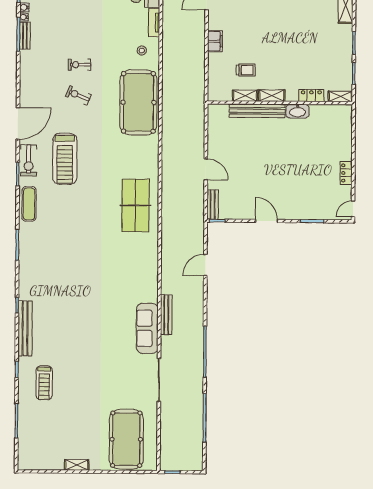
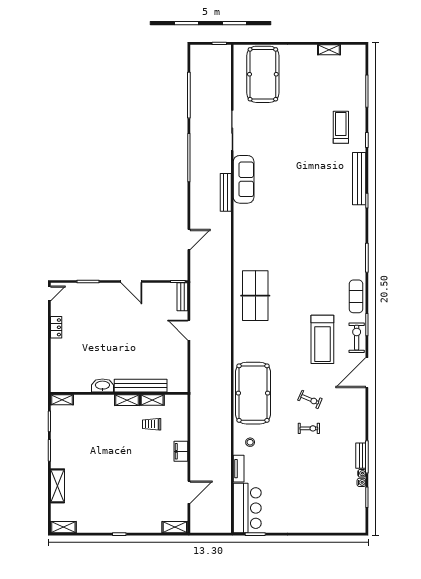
locker: (311, 95) -> (90, 401), removed
treadmill: (65, 159) -> (322, 339), turned 180
shelving: (77, 465) -> (329, 50), moved

